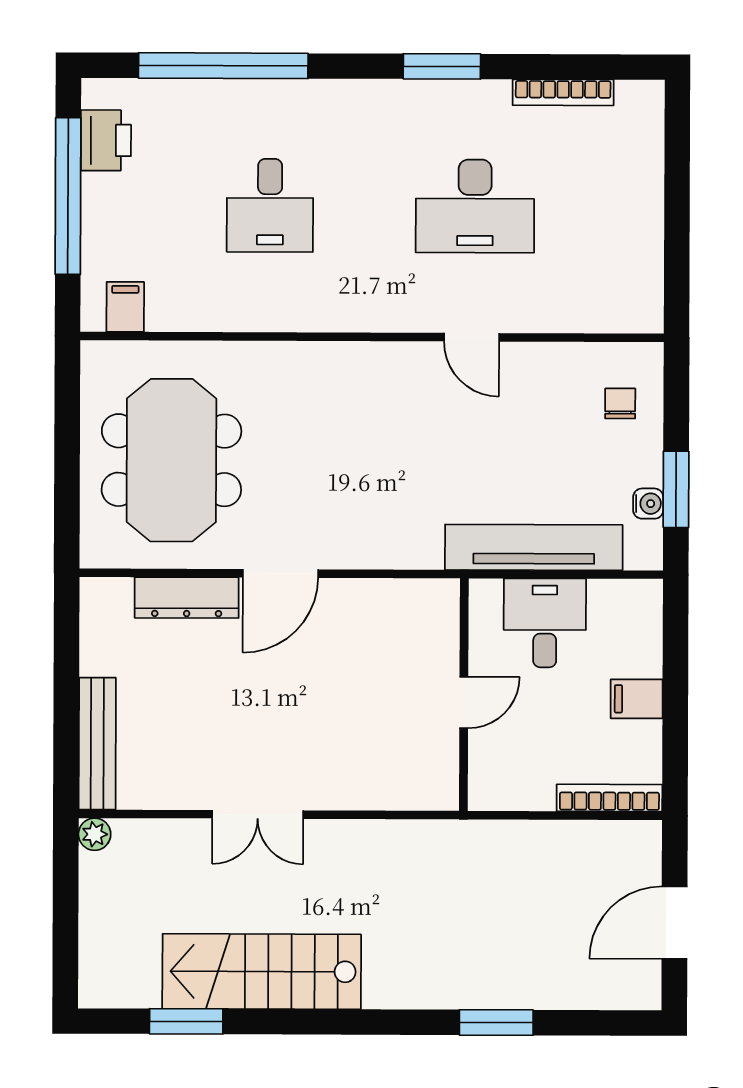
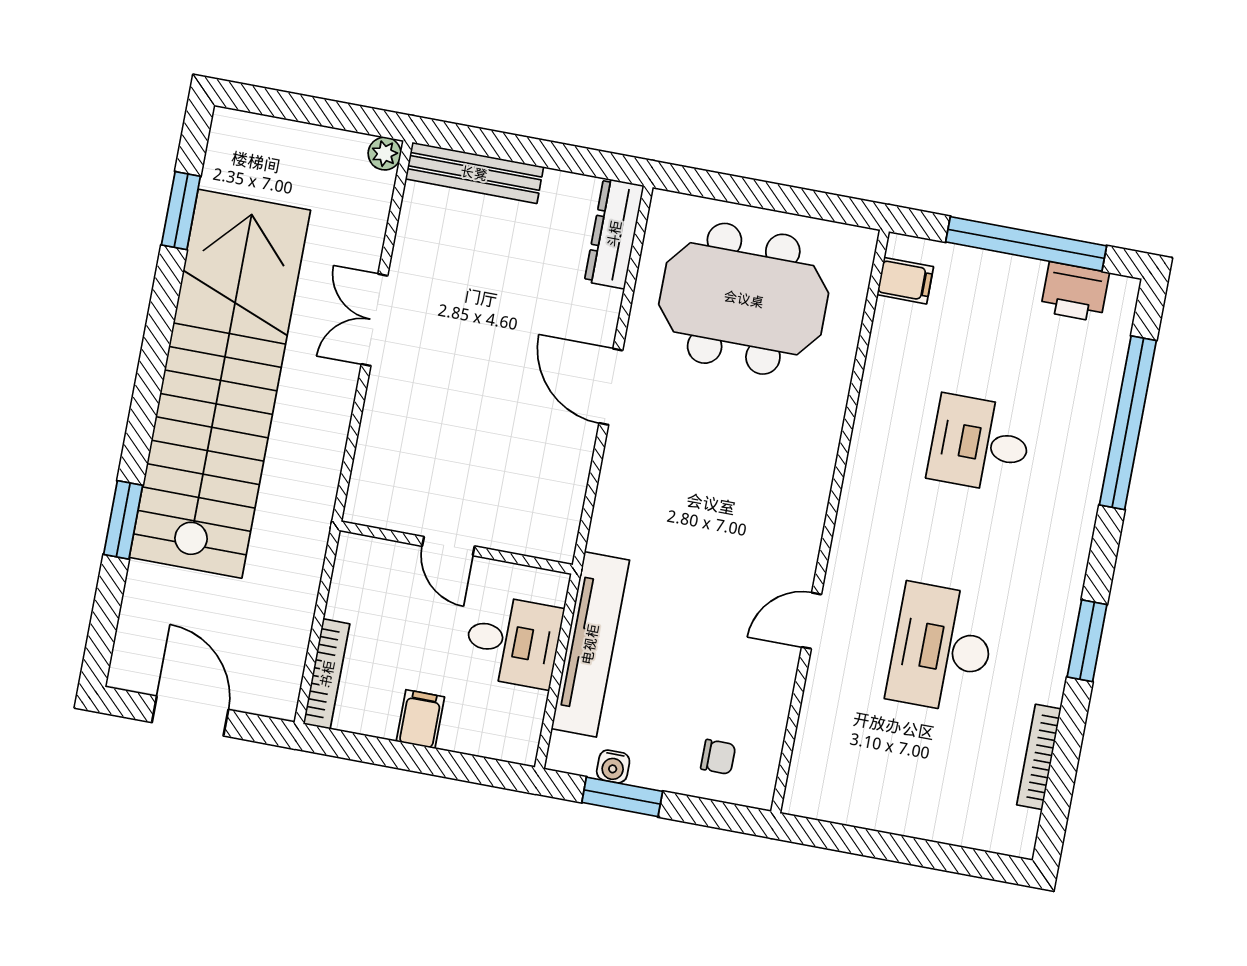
dresser: (187, 598) -> (614, 234), moved
stairs: (262, 972) -> (220, 384), width x1.86, depth x1.51

